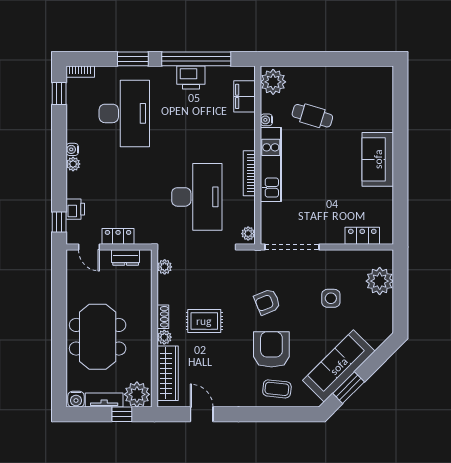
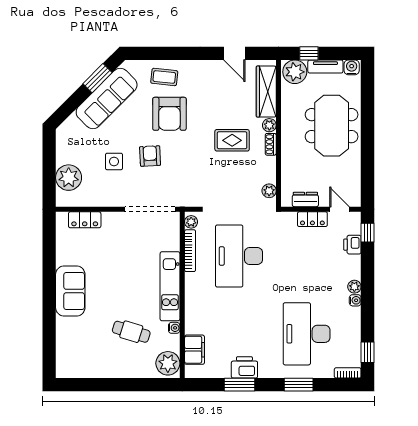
window: (196, 59) -> (239, 385), width x0.47
bookcase: (249, 173) -> (190, 251), moved
armchair: (267, 302) -> (150, 156), moved, turned -71

